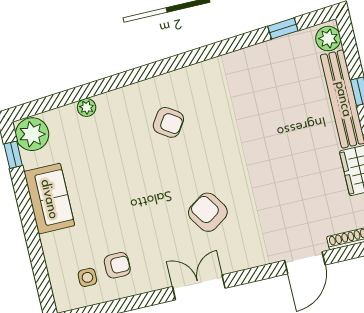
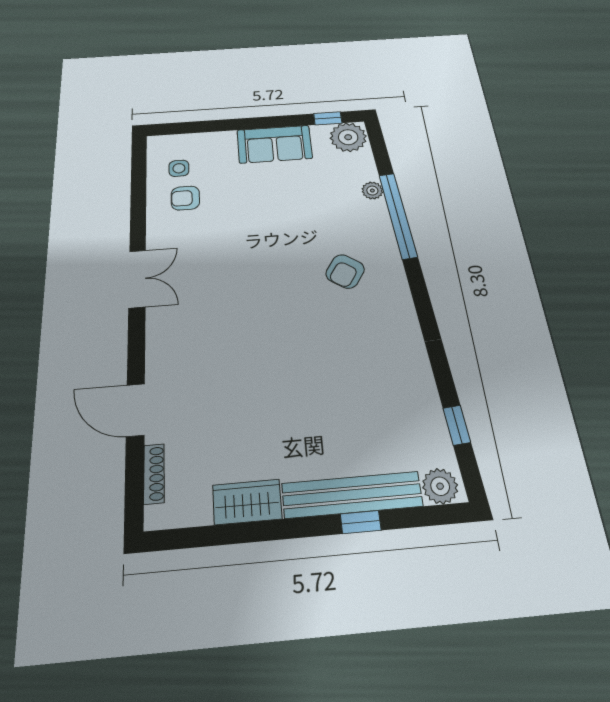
window: (109, 84) -> (398, 215), added
armchair: (208, 212) -> (227, 301), removed
armchair: (117, 265) -> (185, 198), turned 90

